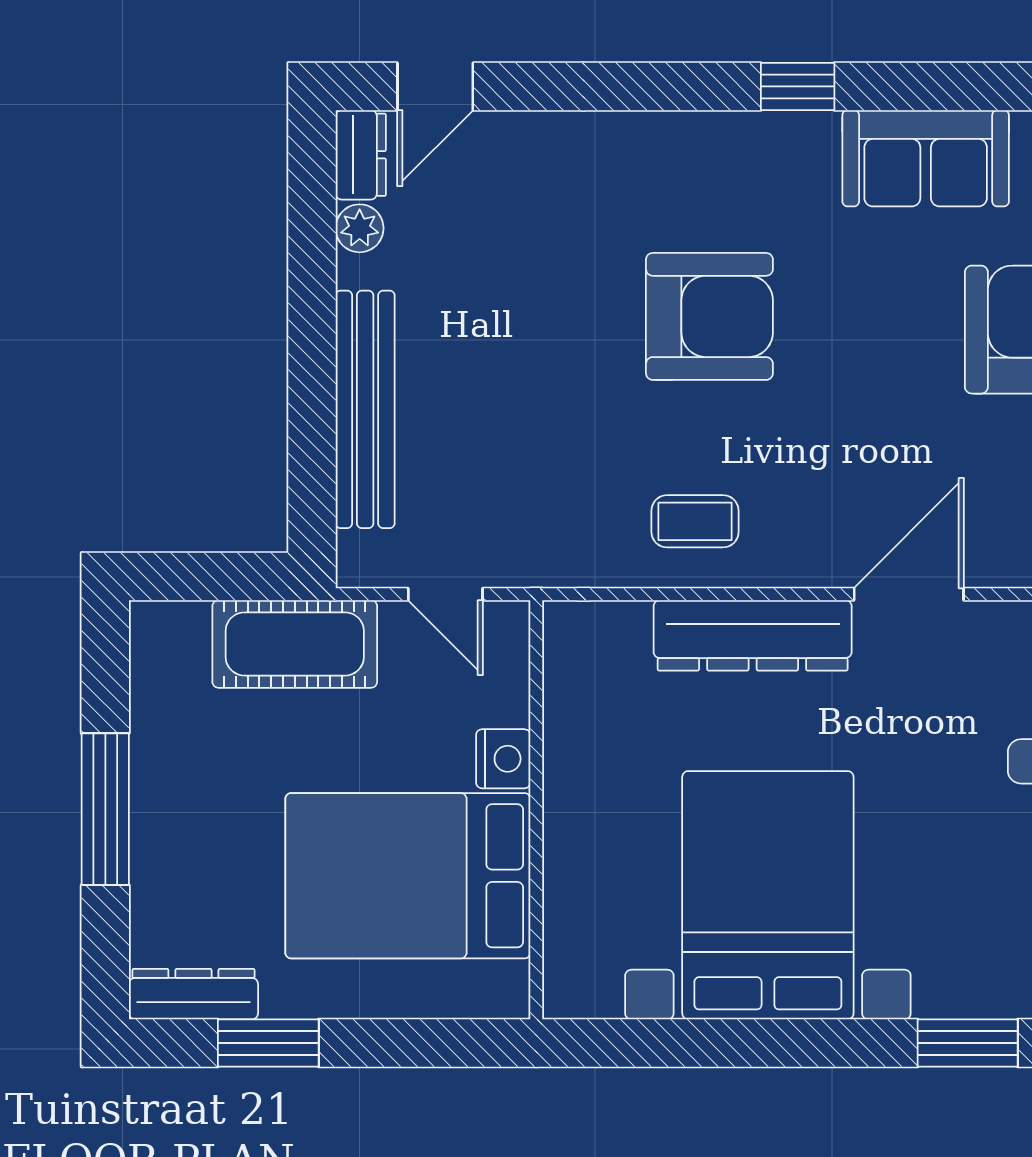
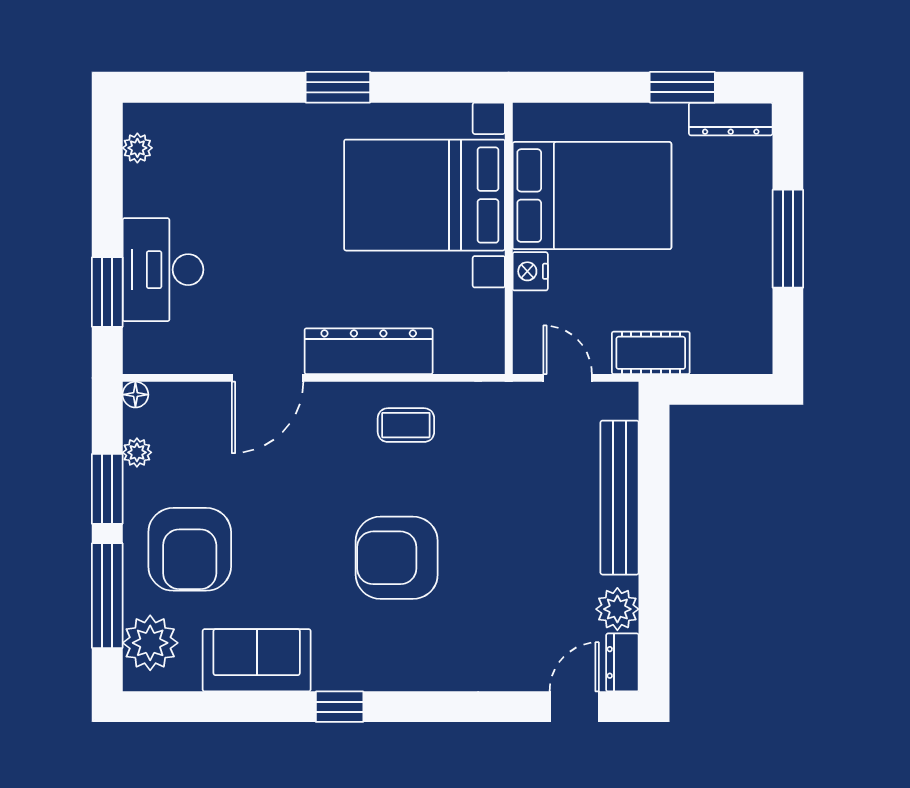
plant: (360, 228) -> (617, 609), width x1.38, depth x1.38
cot: (295, 644) -> (651, 353), width x0.73, depth x0.75
bed with nightstands: (768, 895) -> (425, 195), moved, turned 90
window: (968, 1043) -> (338, 87), moved

